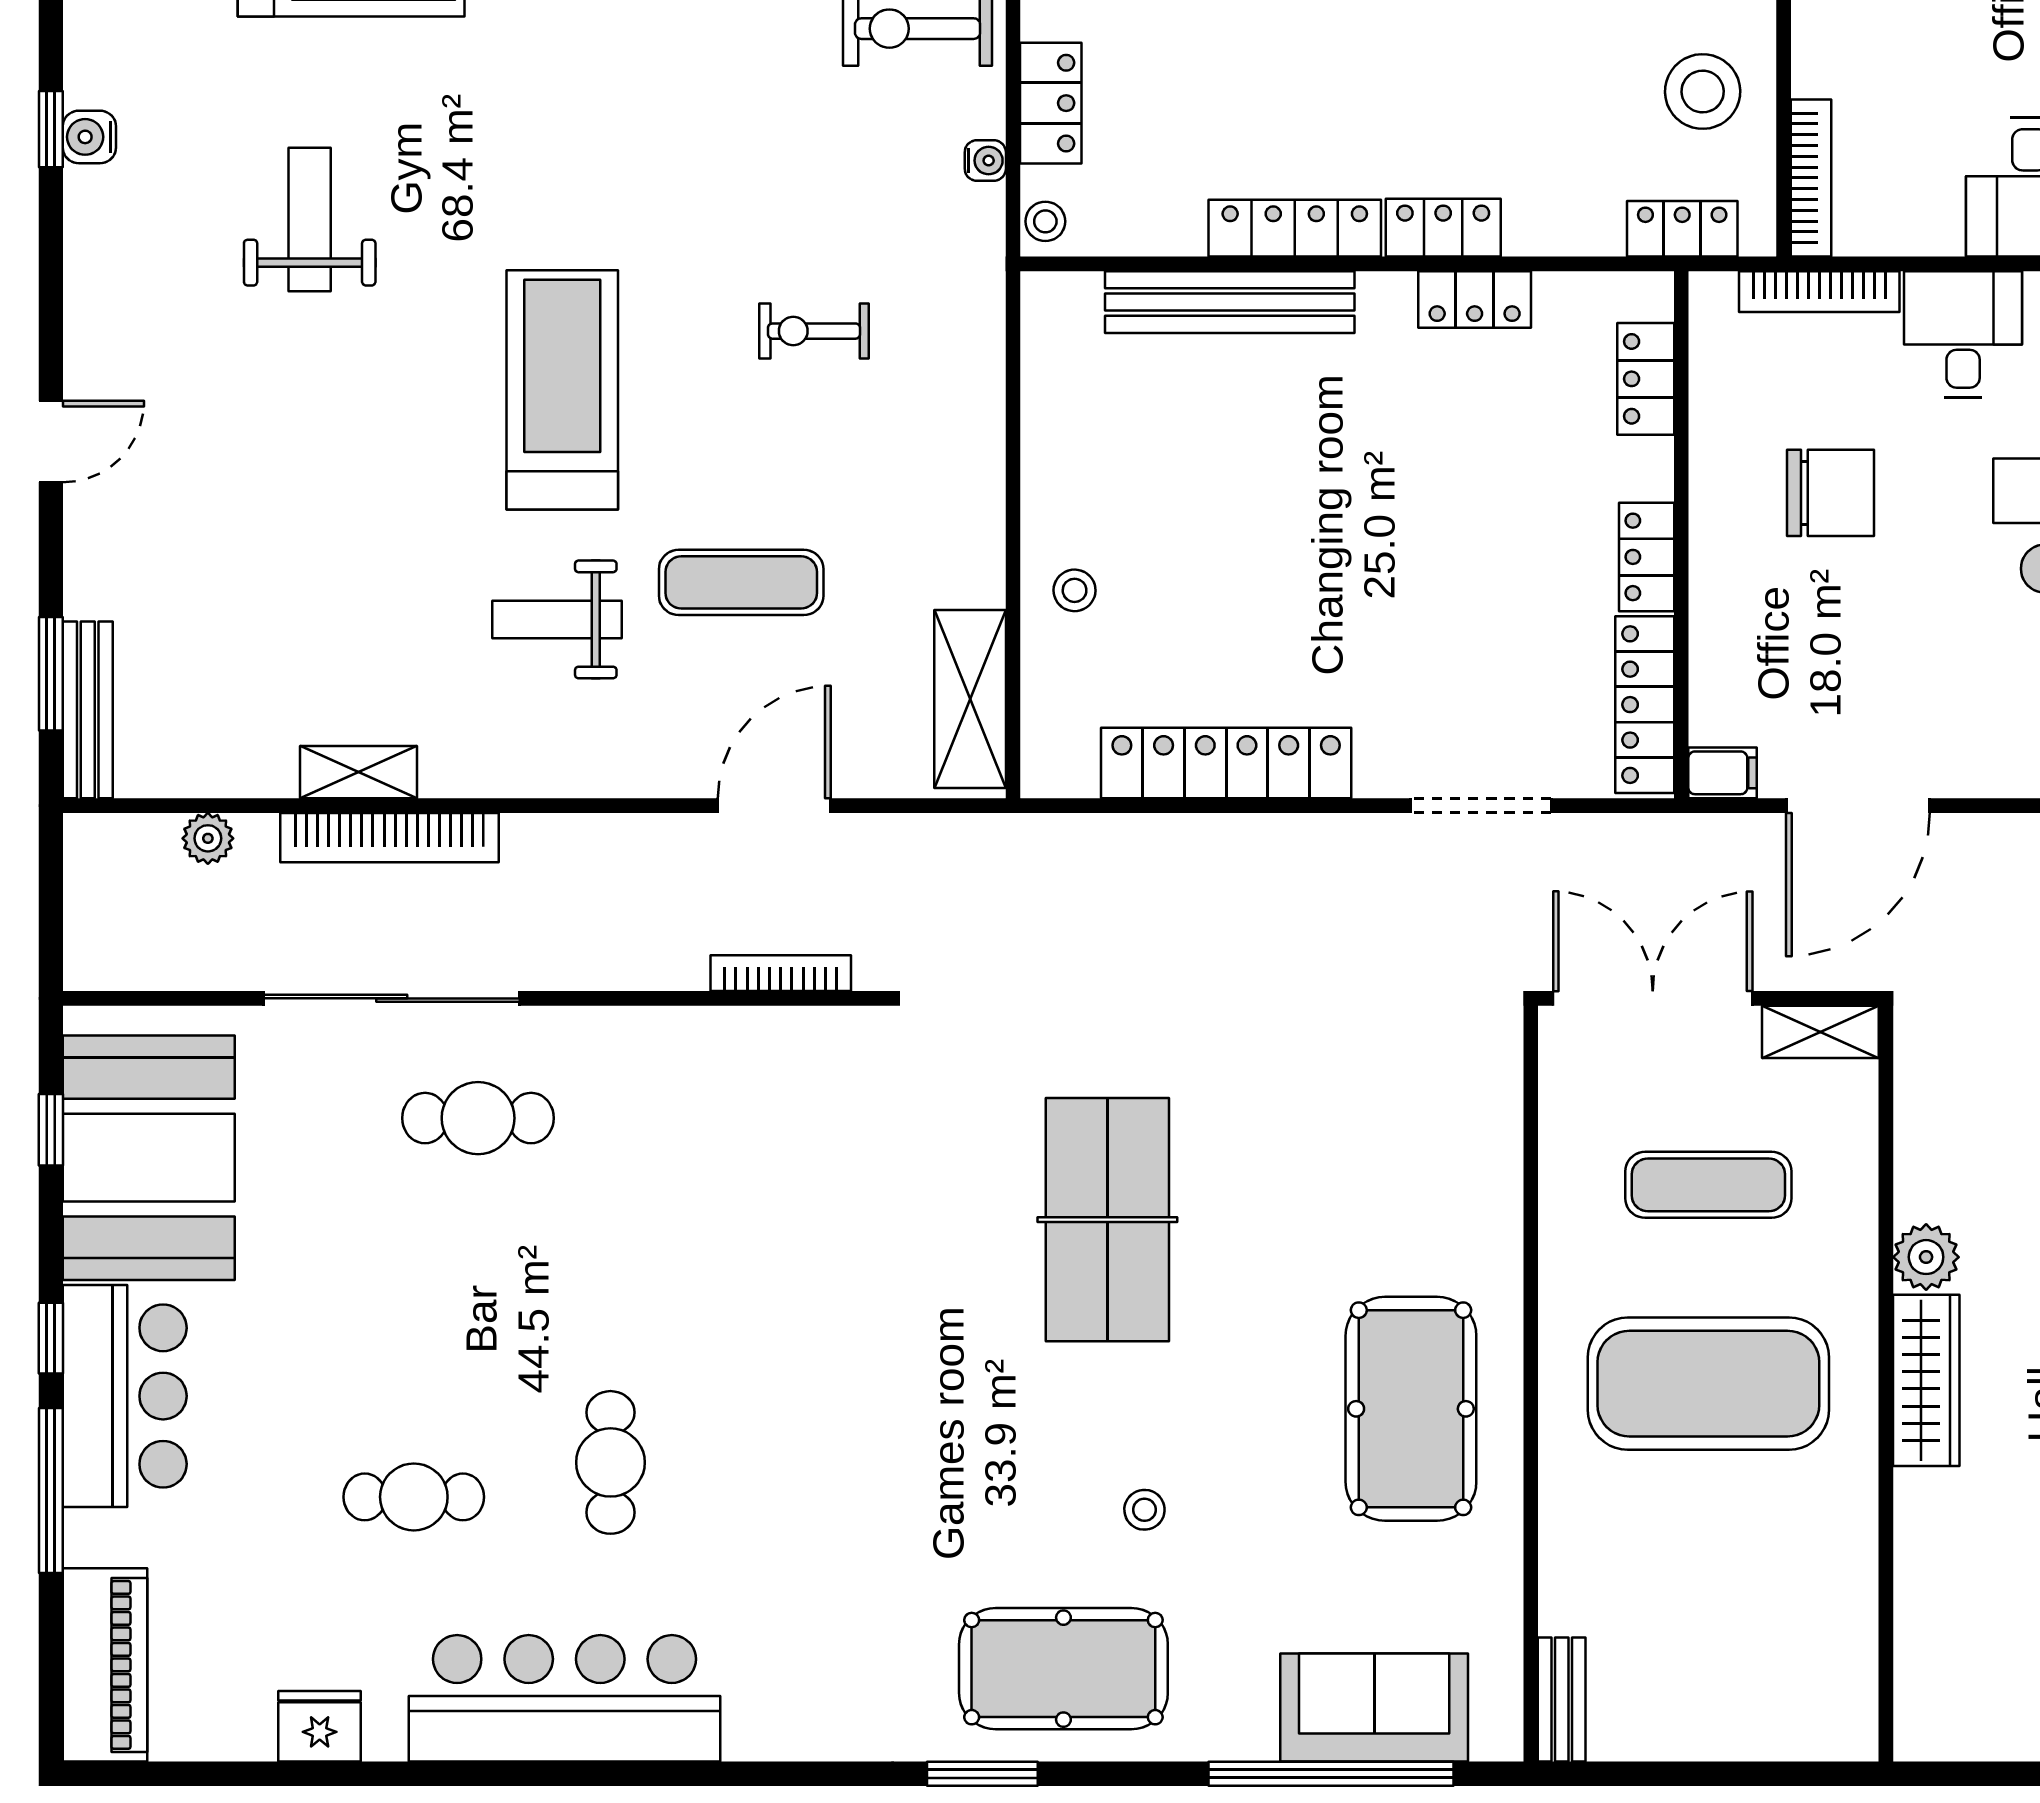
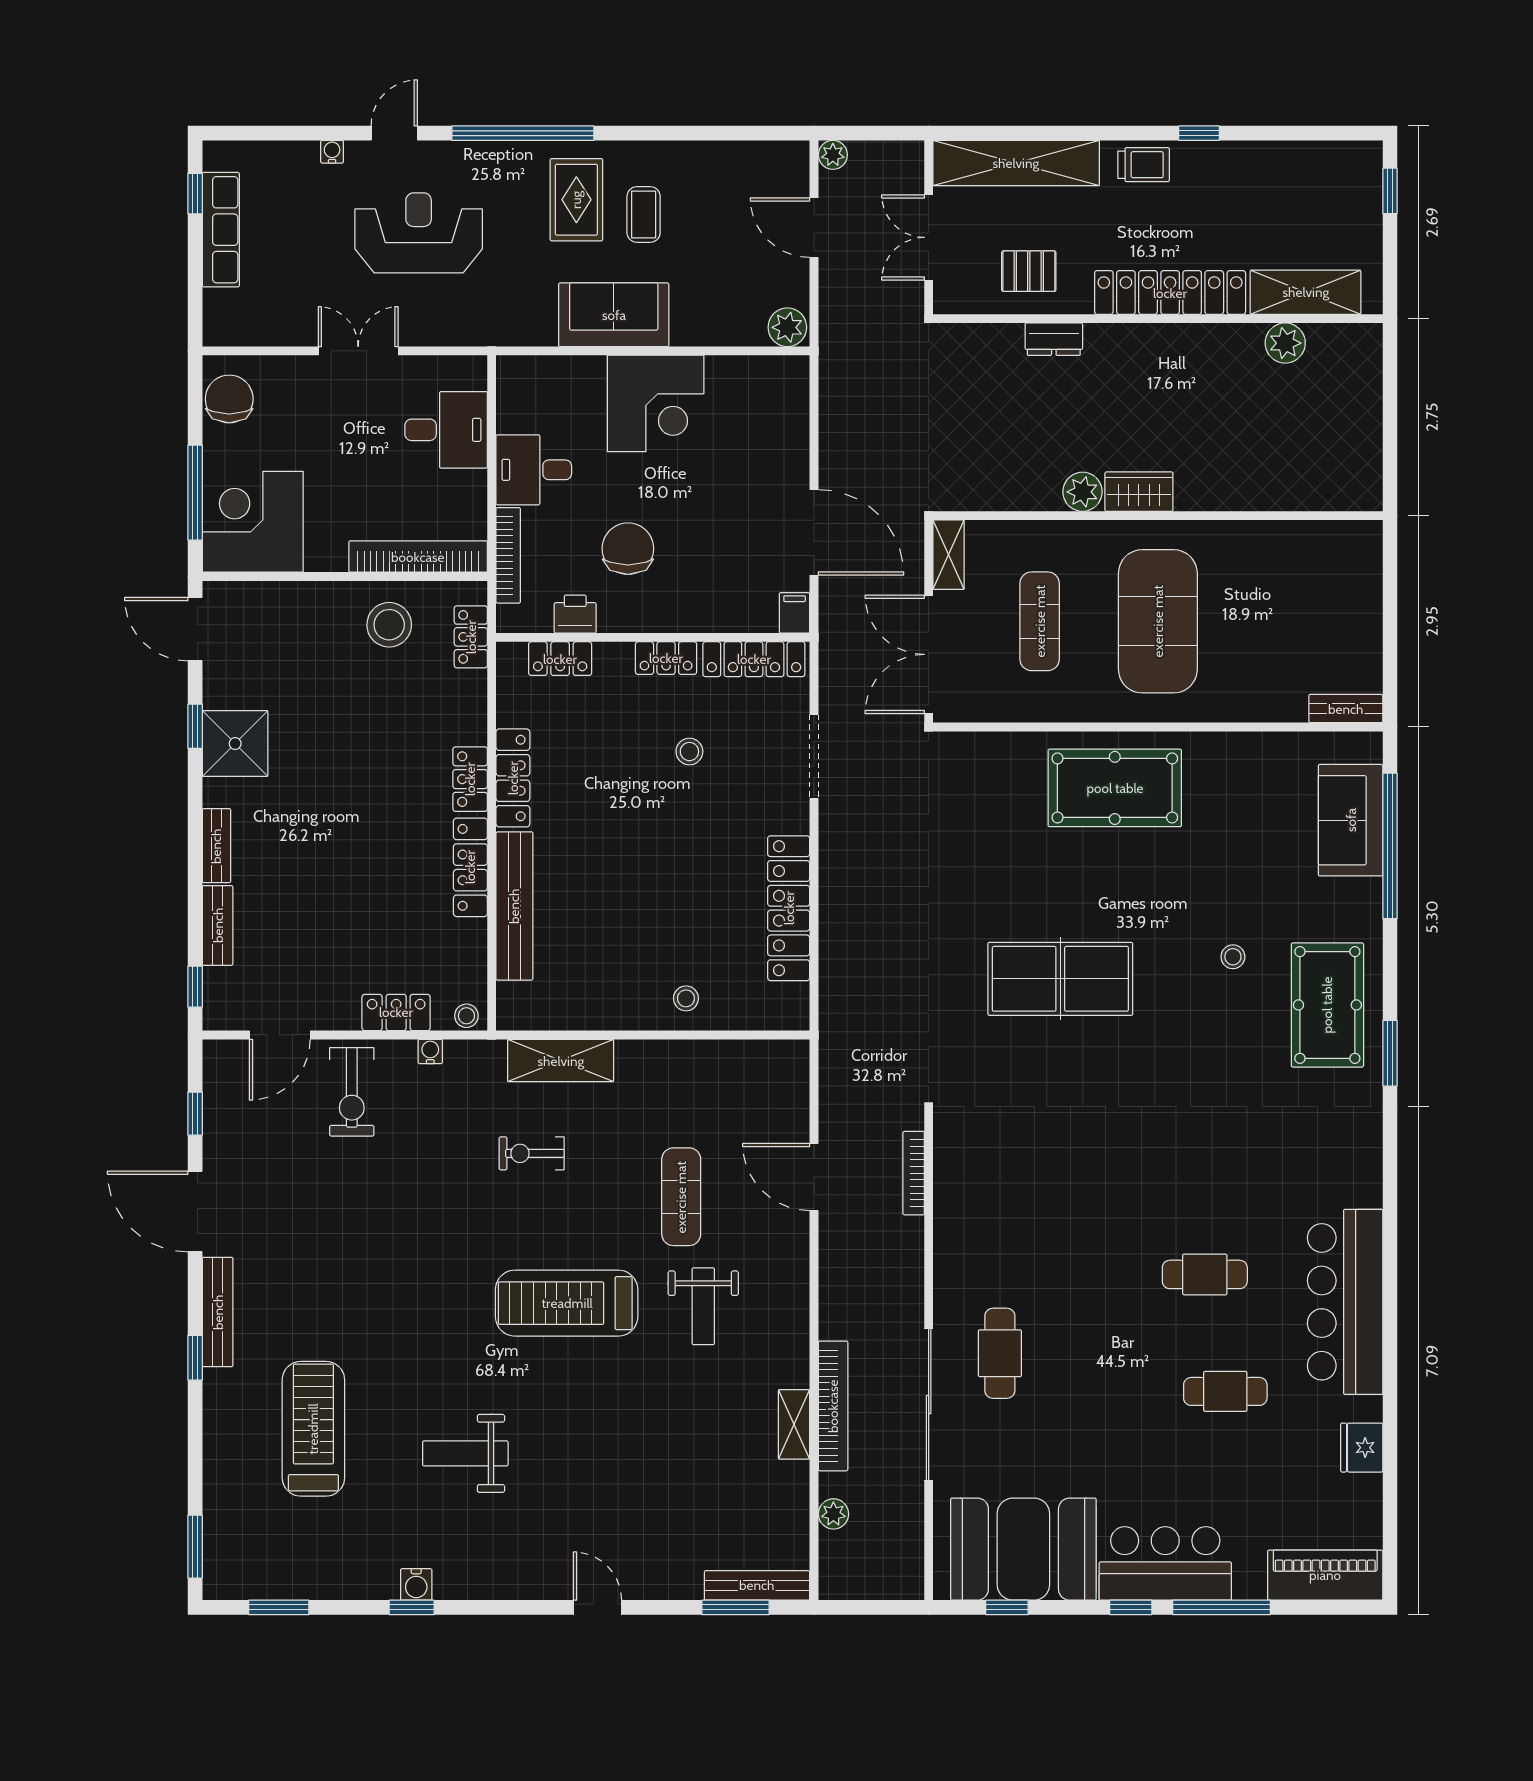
bookcase: (1811, 178) -> (418, 557), width x1.48, depth x1.31
locker: (1475, 299) -> (513, 778), width x1.53
exercise bike: (814, 331) -> (532, 1153), turned 90
printer: (1720, 404) -> (575, 614), added
stool: (1490, 596) -> (689, 752), added
shelving: (970, 699) -> (561, 1061), moved
wardrobe: (1926, 1380) -> (1139, 492), width x0.67
pool table: (1411, 1409) -> (1115, 788), moved
cafe table: (414, 1497) -> (1225, 1391), turned 90

